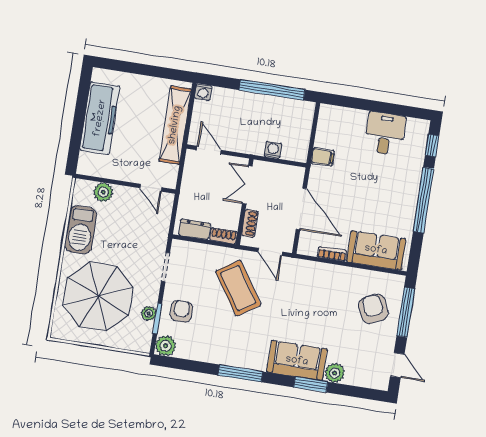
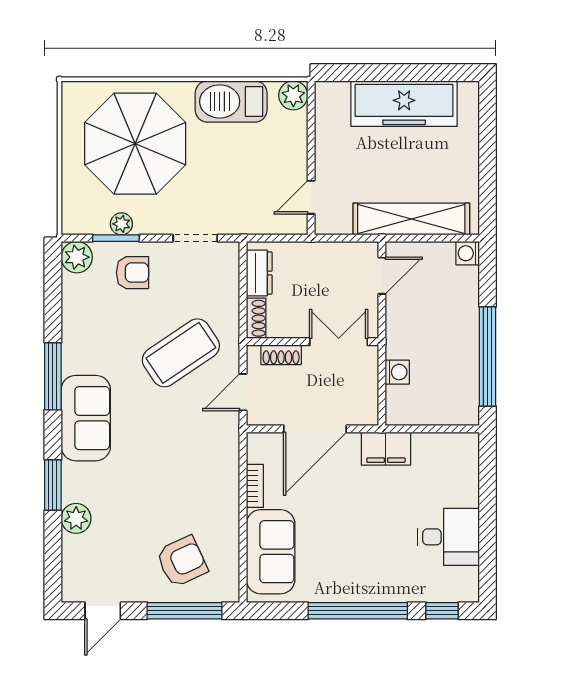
filing cabinet: (323, 157) -> (386, 449), width x2.00
plant: (103, 192) -> (293, 95), moved
sofa: (297, 361) -> (86, 418), moved

